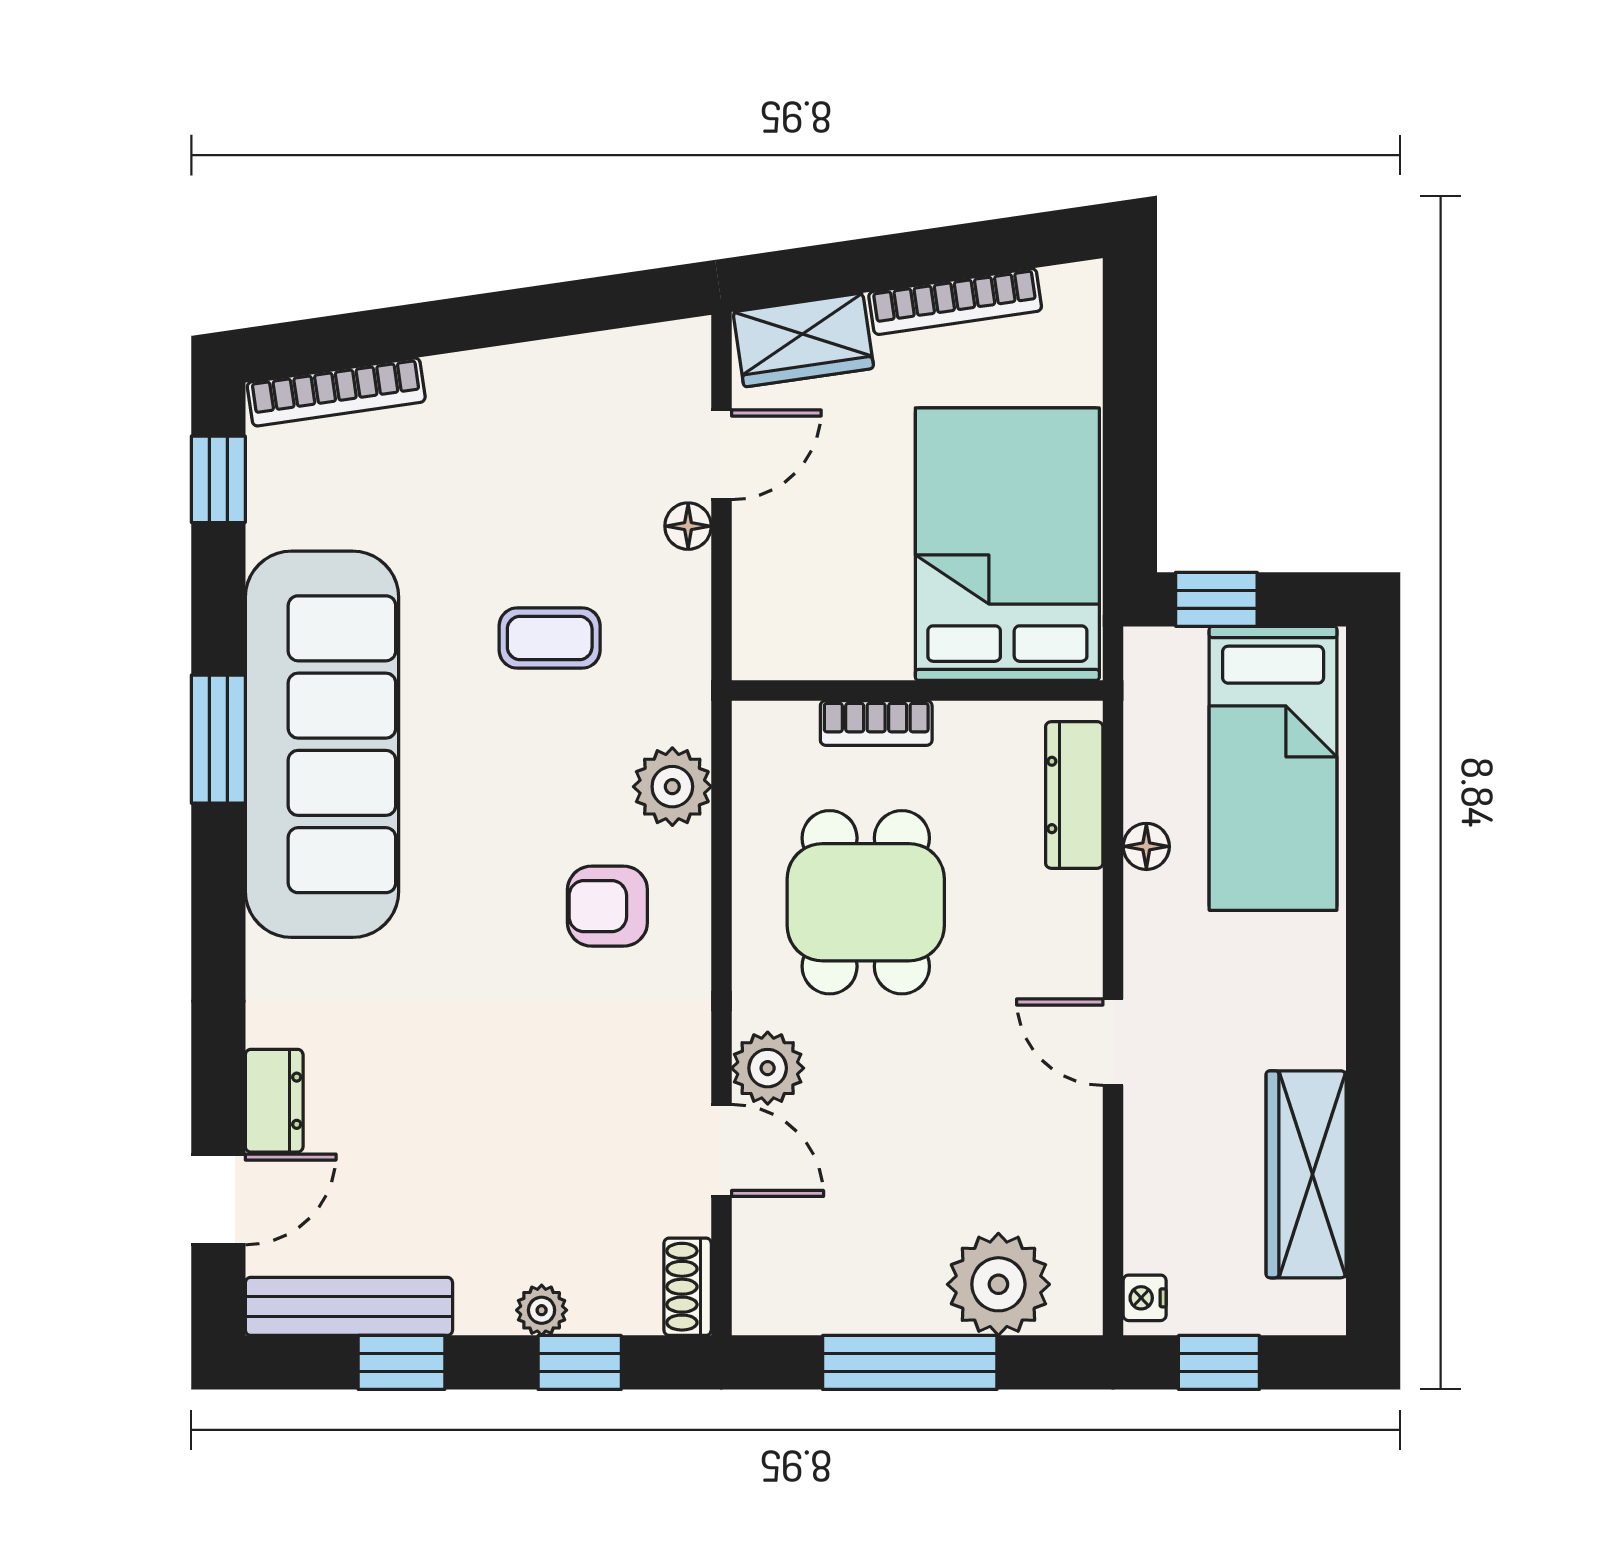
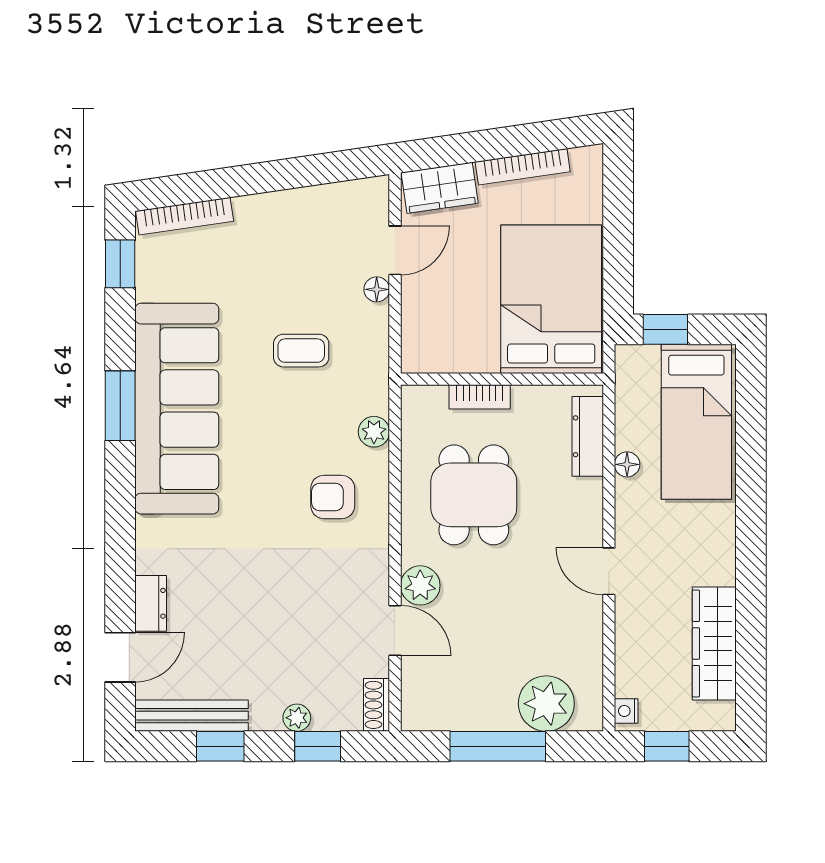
plant: (672, 787) -> (374, 432), width x0.73, depth x0.73

